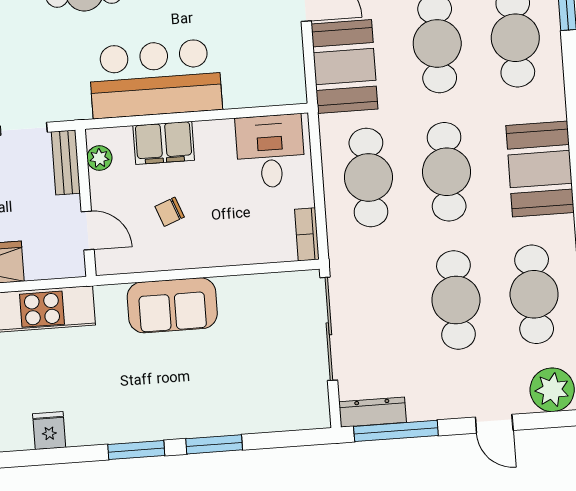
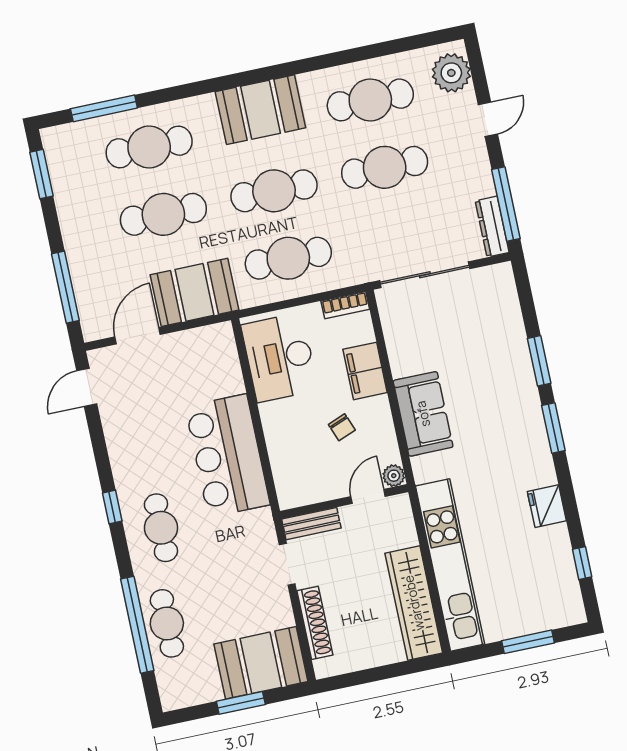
filing cabinet: (164, 143) -> (365, 371), moved, turned 180
desk: (270, 151) -> (280, 357), width x1.37
plant: (99, 158) -> (394, 476), moved
fridge: (49, 431) -> (547, 506), width x1.38

